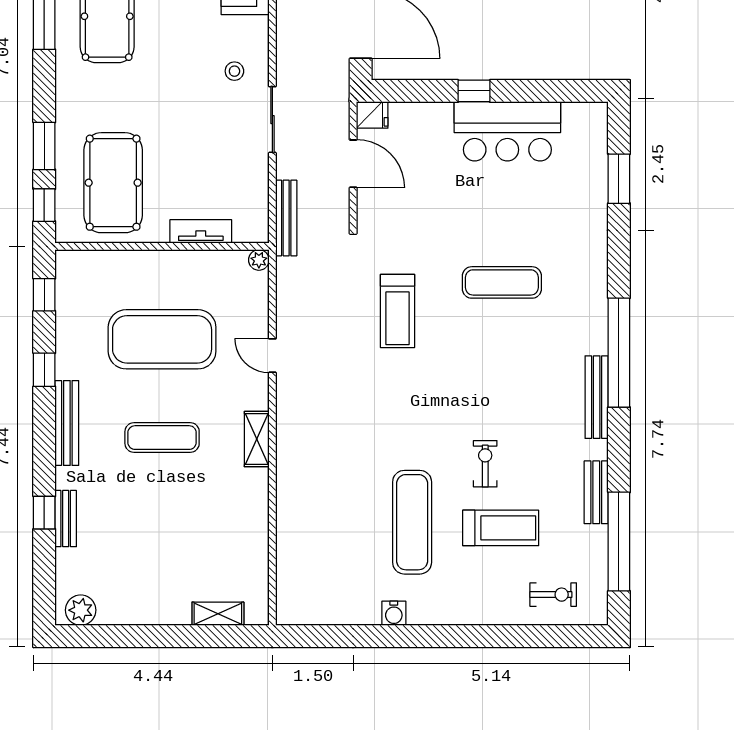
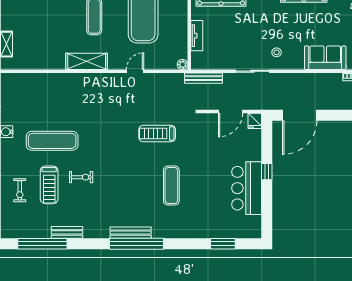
bench: (597, 397) -> (131, 233), moved
shelving: (257, 439) -> (87, 61), width x1.50, depth x1.33
exercise bike: (553, 595) -> (20, 190), moved

